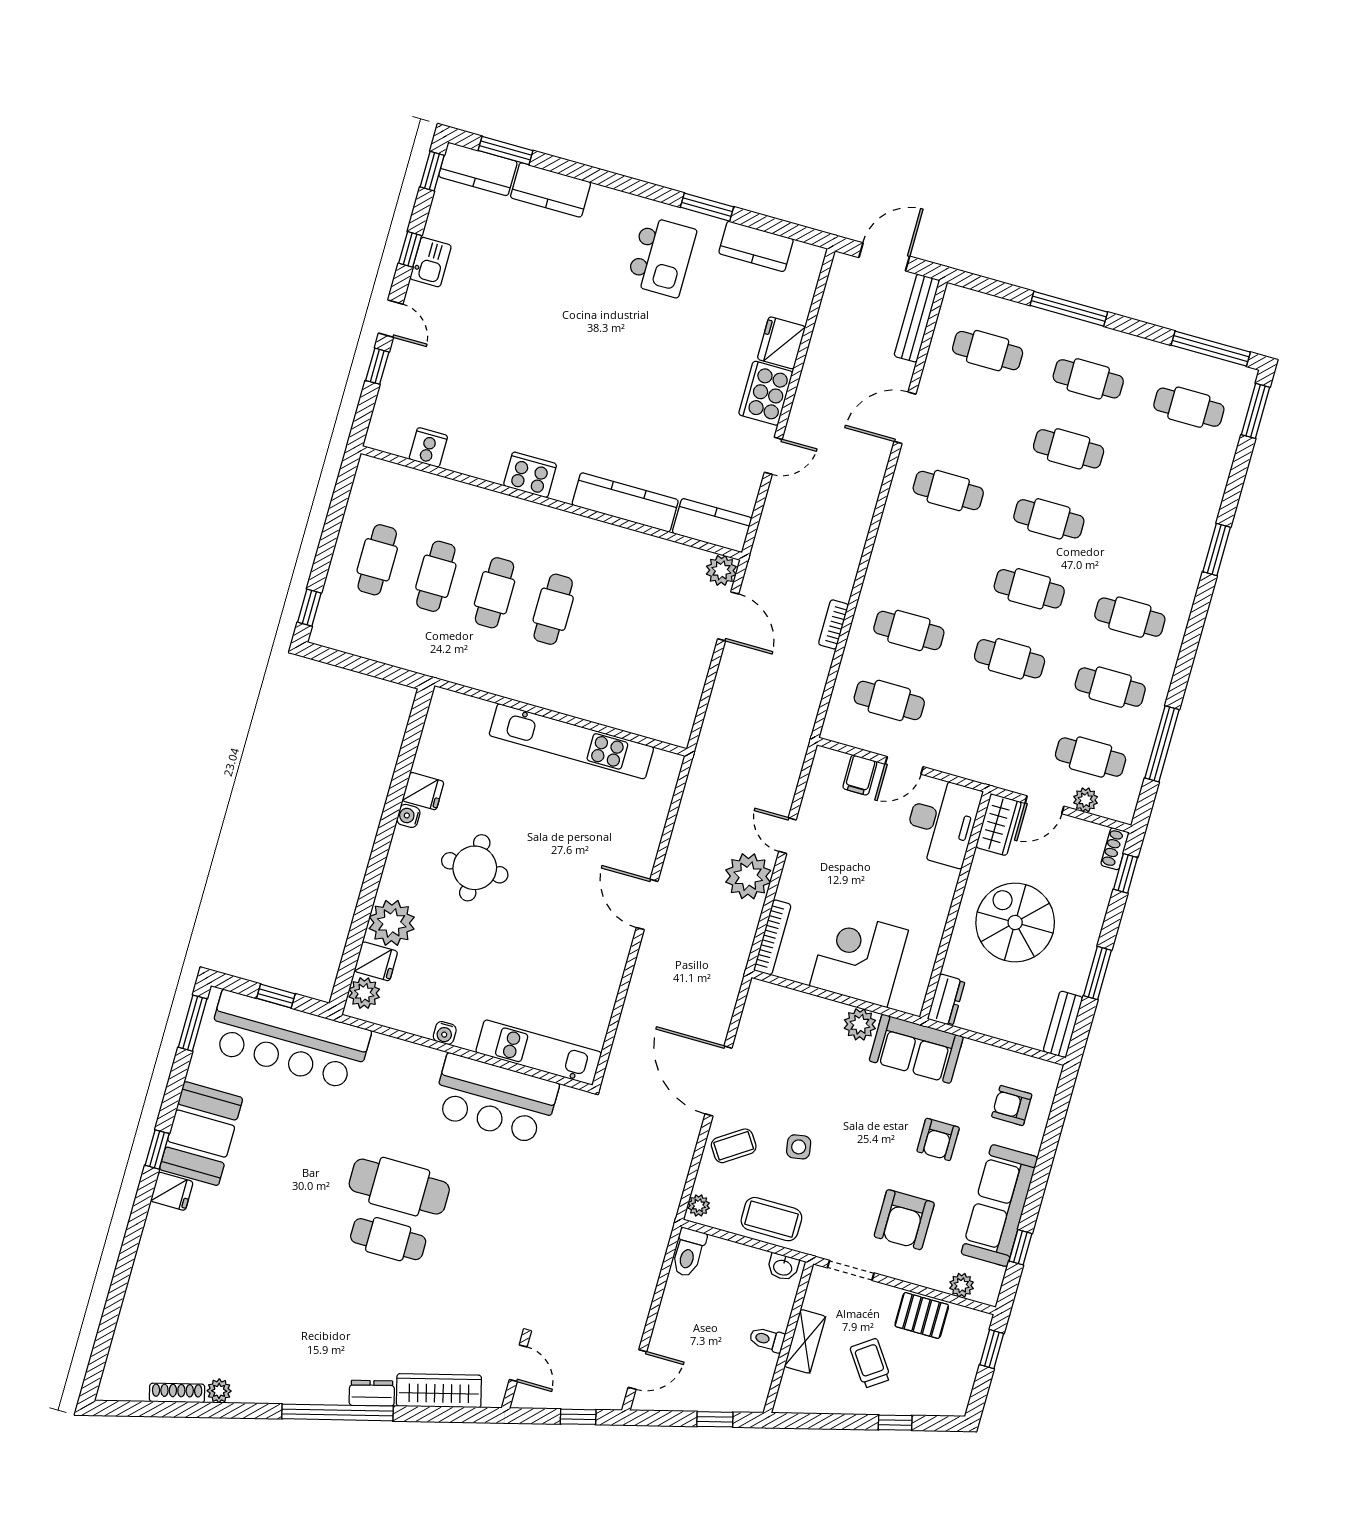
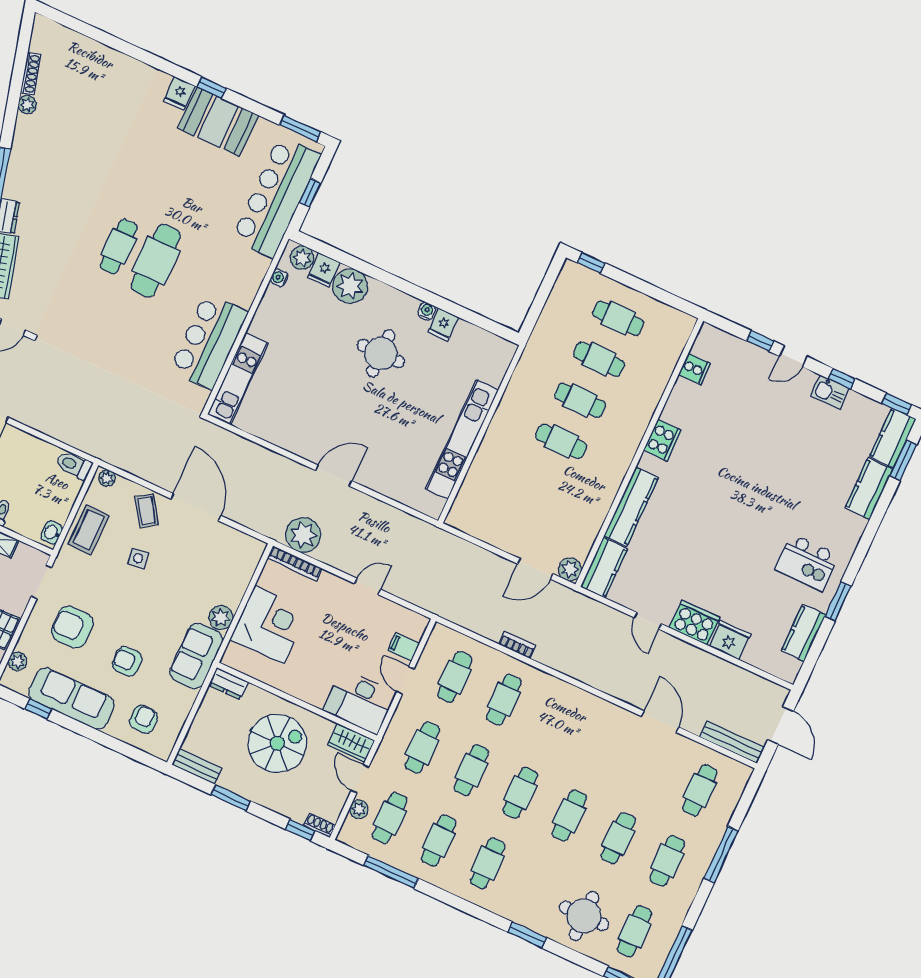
round table: (1179, 478) -> (584, 916), added
cafe table: (948, 491) -> (422, 748), moved
plant: (748, 876) -> (303, 535), moved
water cooler: (445, 1033) -> (279, 278), moved
door: (719, 1081) -> (196, 507), hinge flipped

